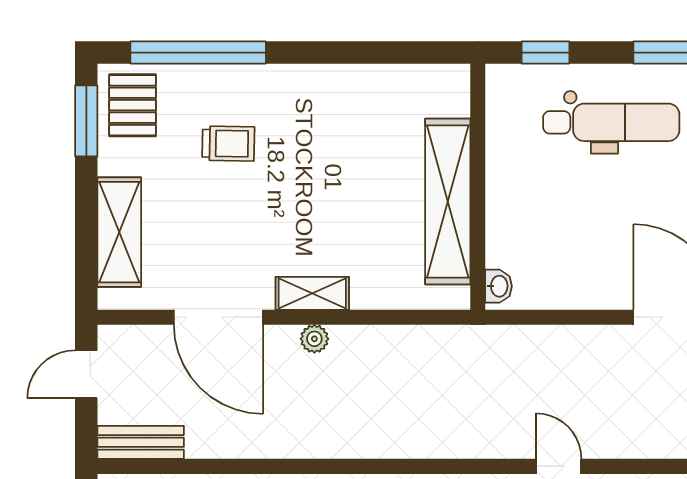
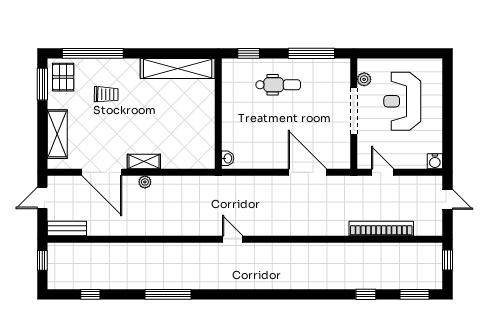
dental chair: (611, 122) -> (278, 85), width x0.73, depth x0.72
shelving: (448, 202) -> (178, 69), moved, turned 90
door: (559, 466) -> (233, 239), moved

